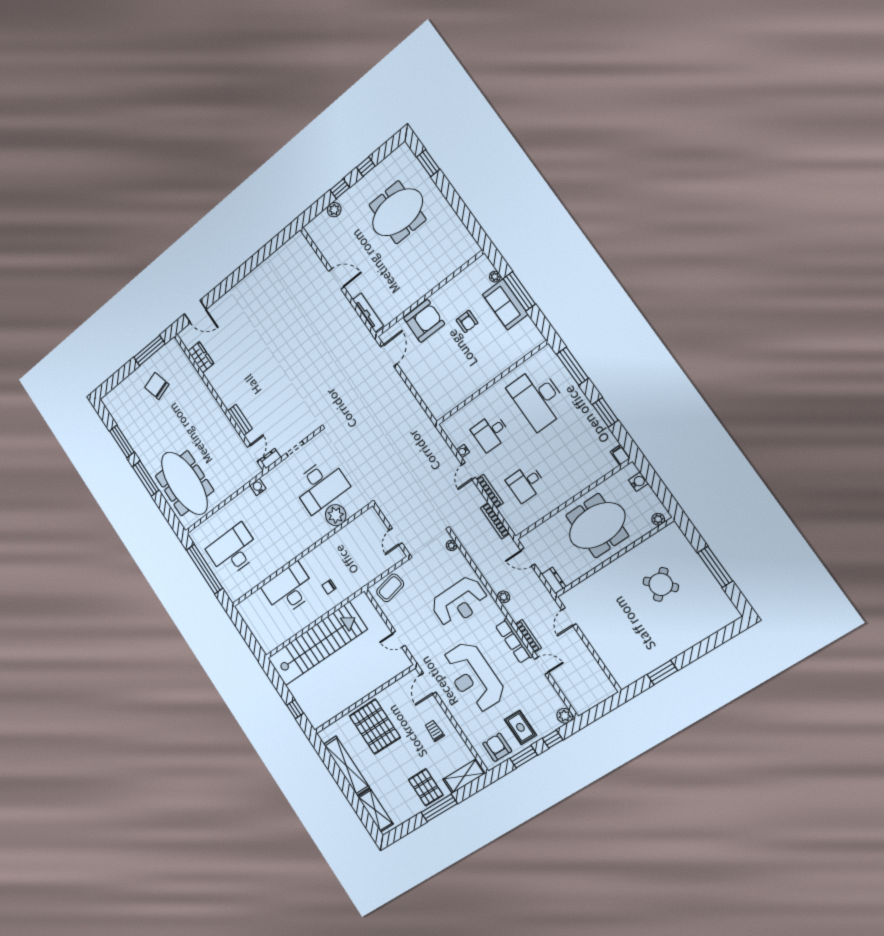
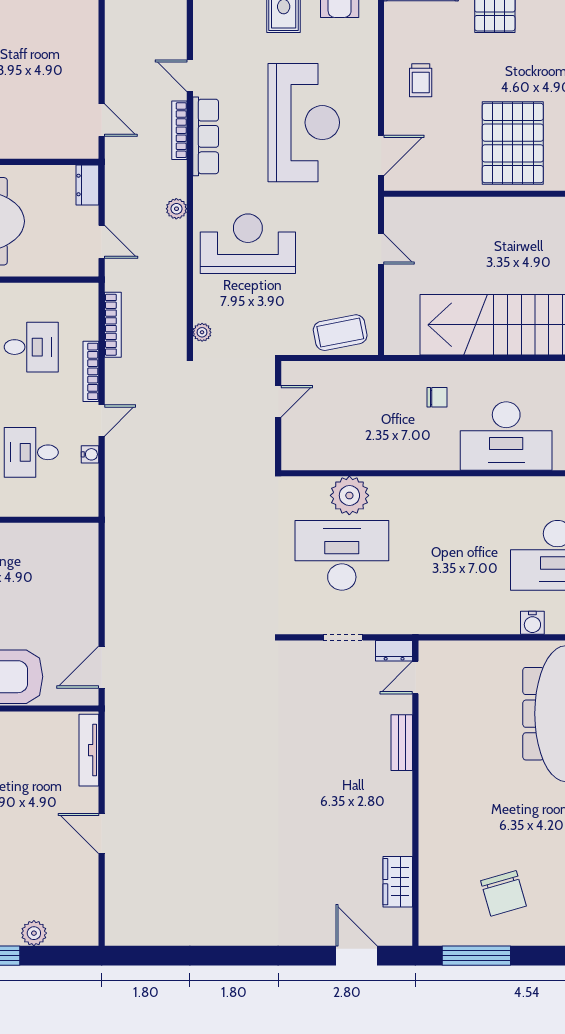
desk: (491, 432) -> (31, 452), turned 180
water cooler: (258, 487) -> (532, 623), moved
door: (569, 617) -> (102, 120), hinge flipped

